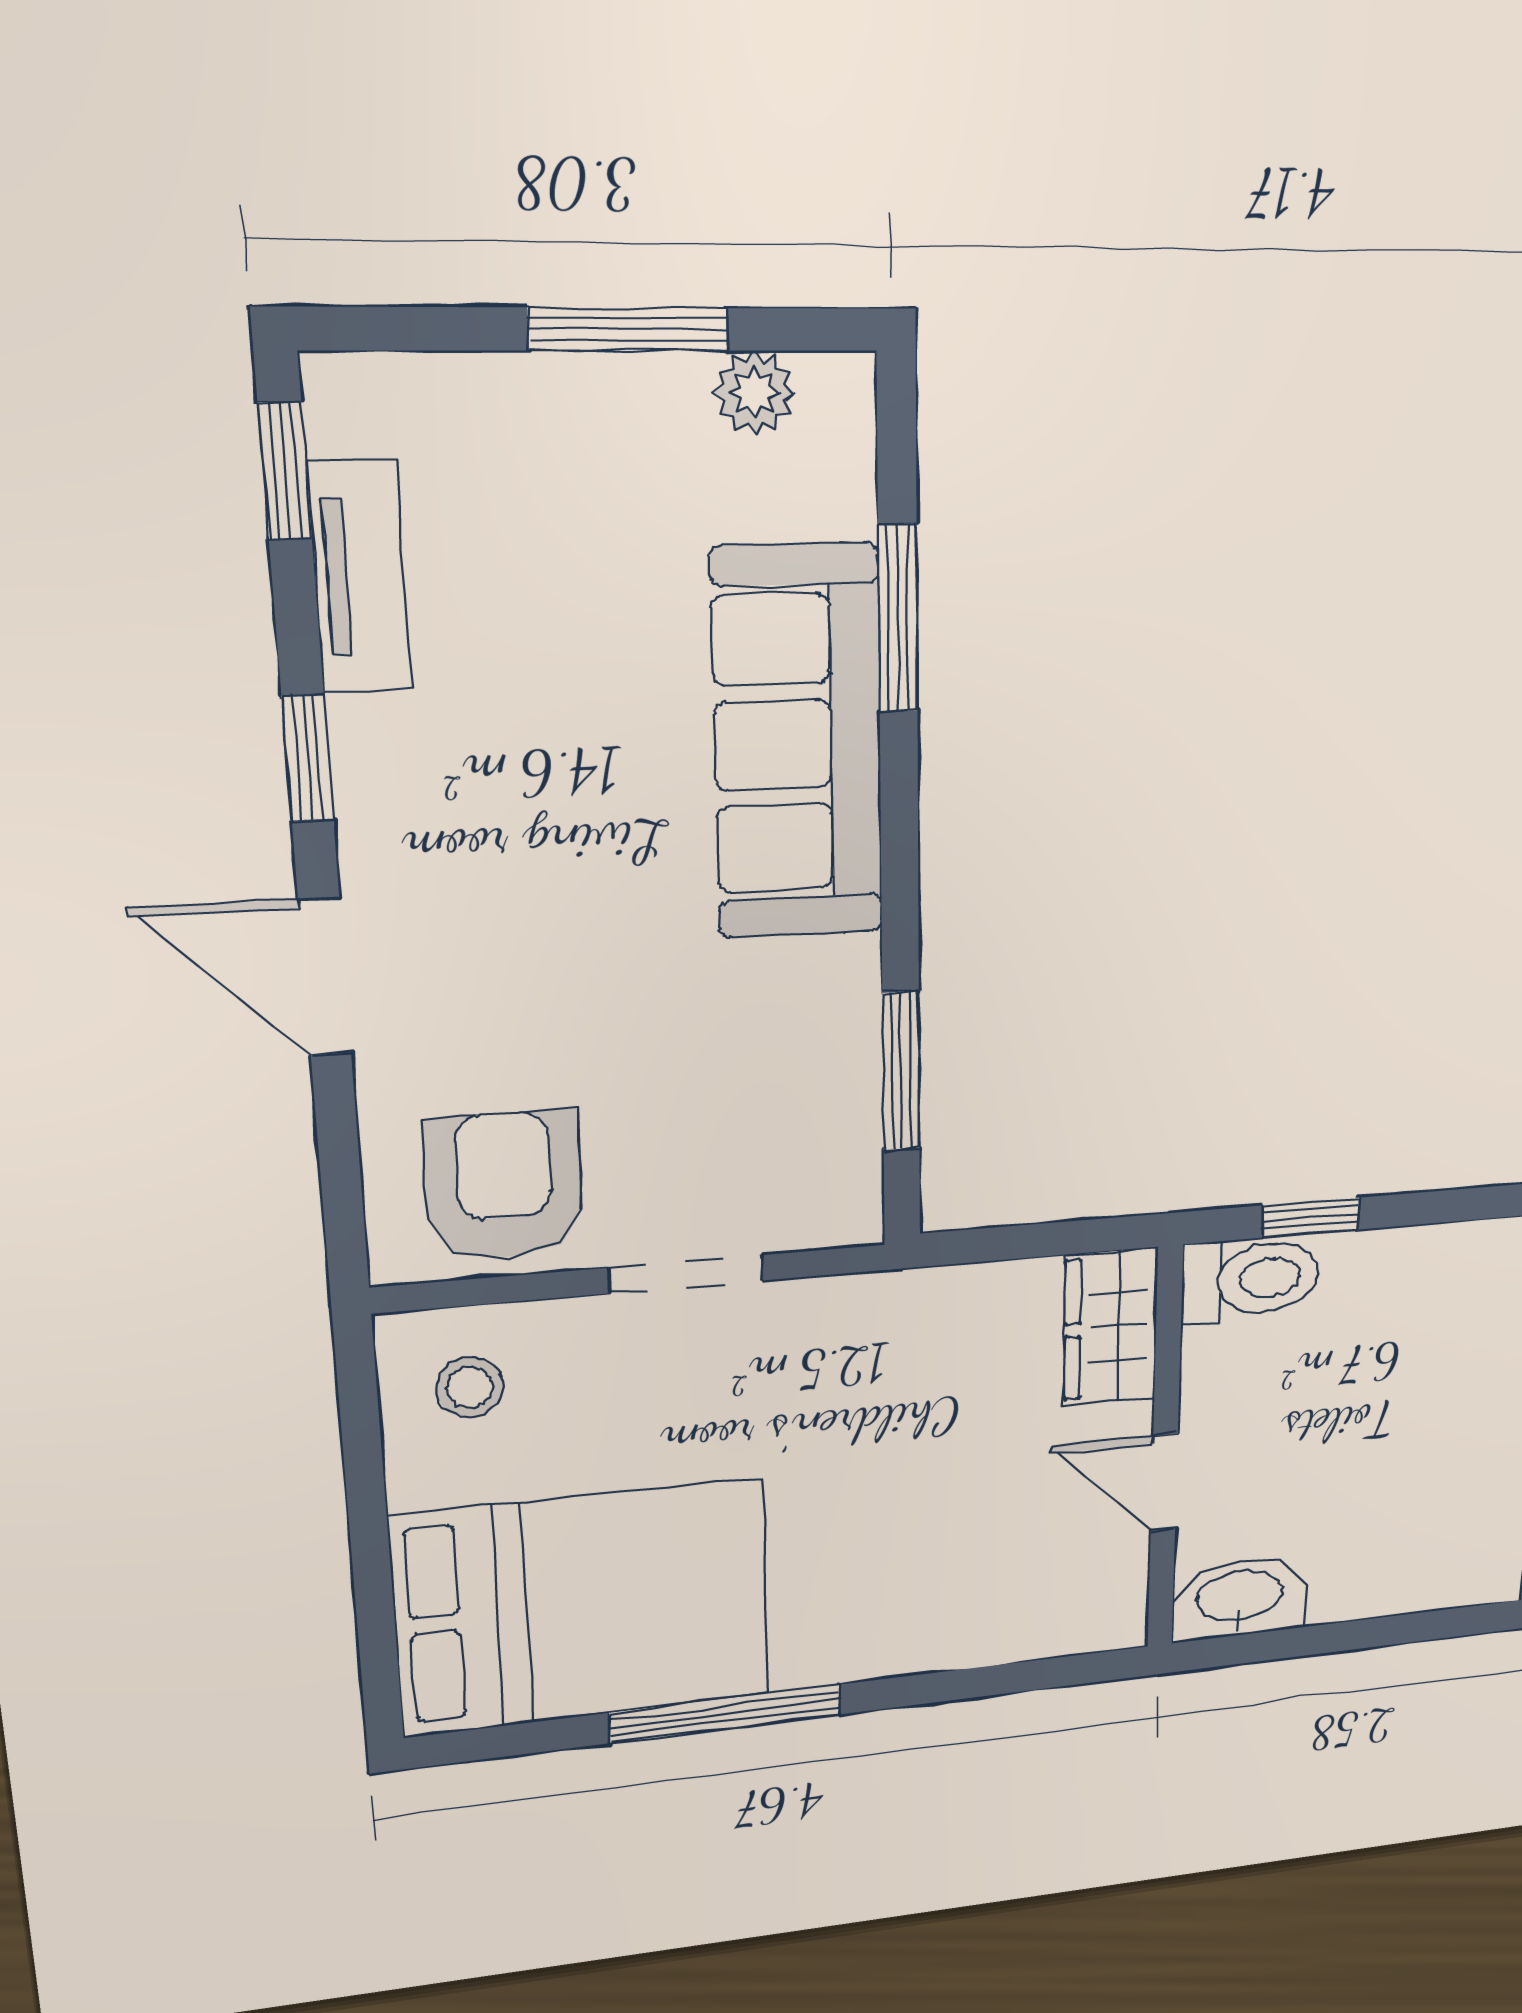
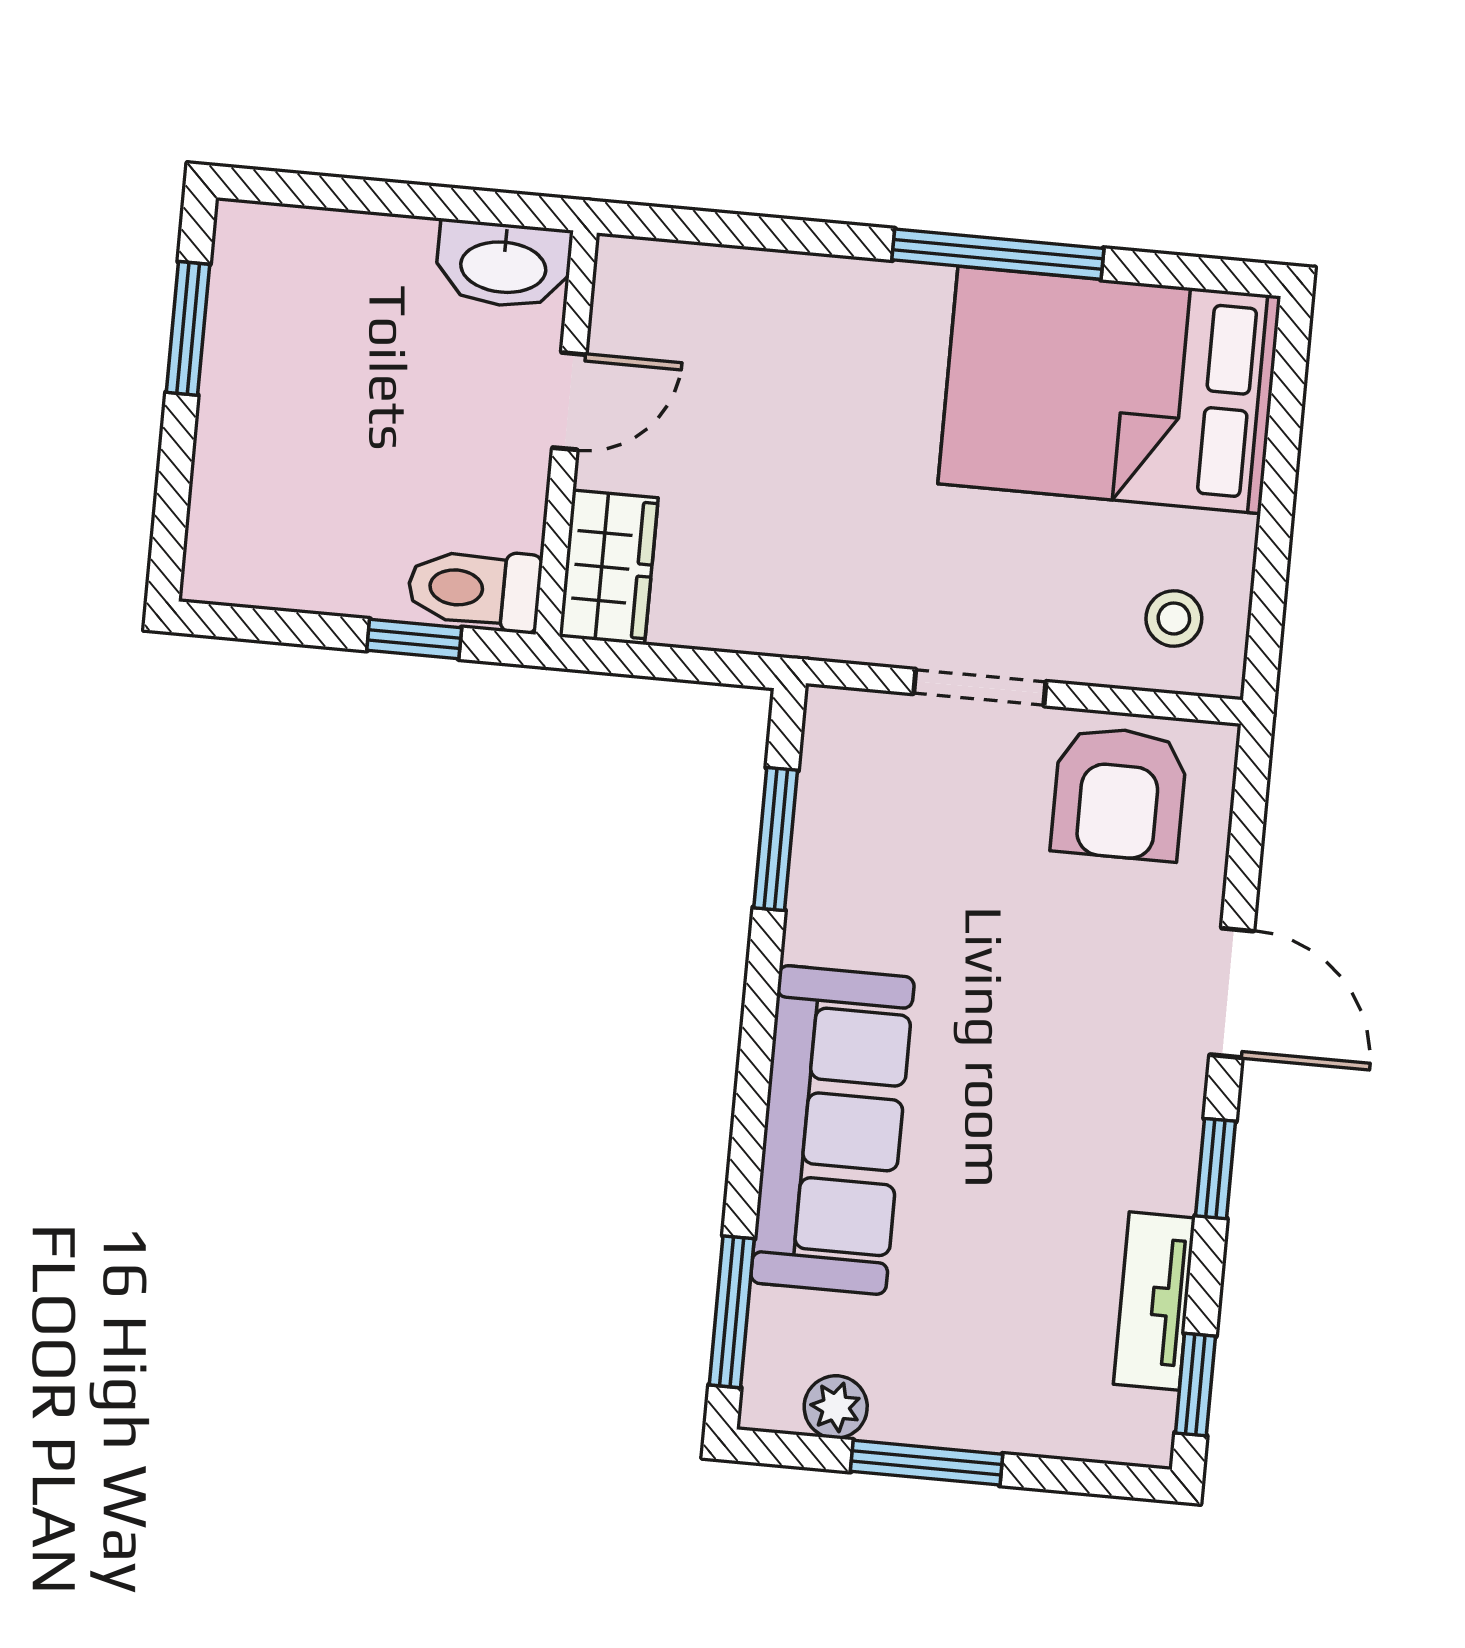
window: (898, 619) -> (732, 1312), moved
door: (1164, 1483) -> (569, 401), hinge flipped

